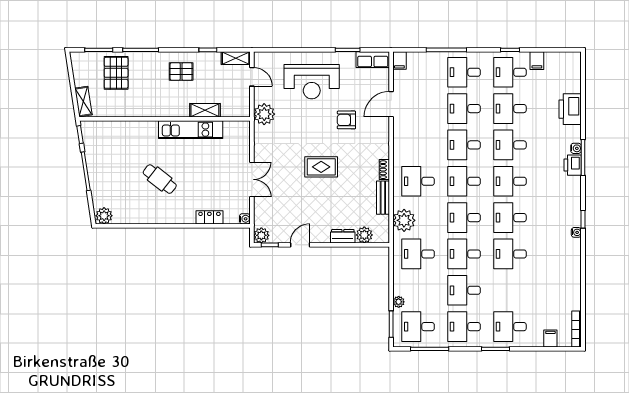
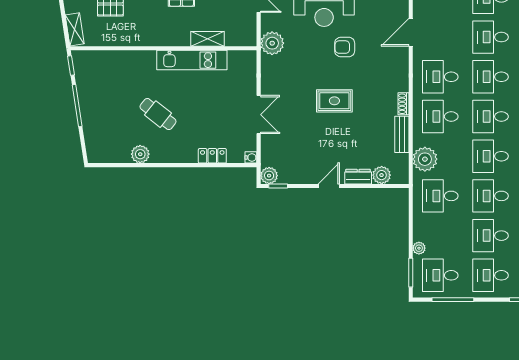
armchair: (346, 120) -> (345, 47), moved
desk: (418, 145) -> (440, 77), added
plant: (104, 216) -> (140, 154), moved
door: (300, 245) -> (329, 186), moved

